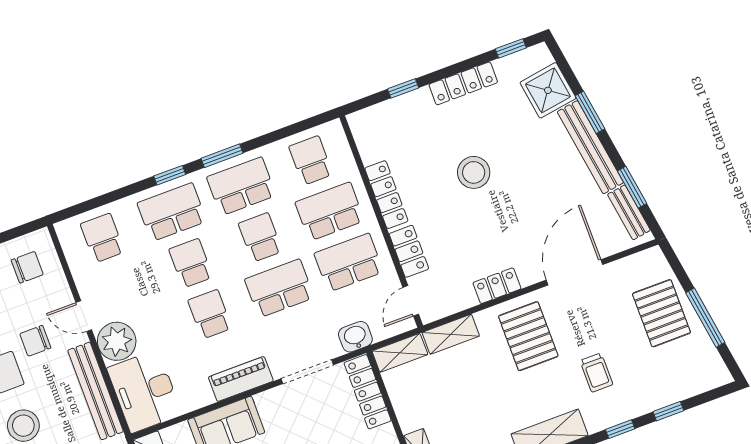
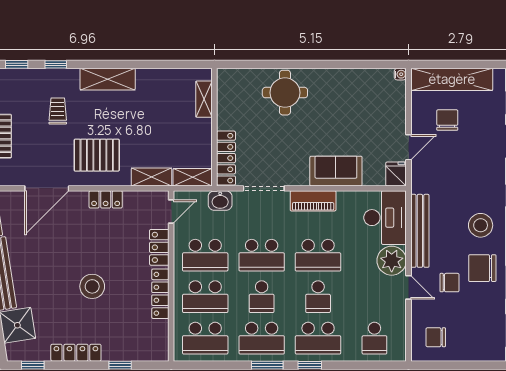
school desk: (311, 160) -> (205, 338), width x1.85
school desk: (210, 314) -> (318, 255), width x1.85
pallet: (528, 336) -> (97, 155), turned 90

